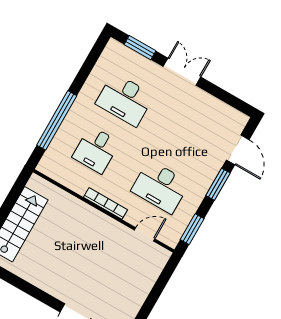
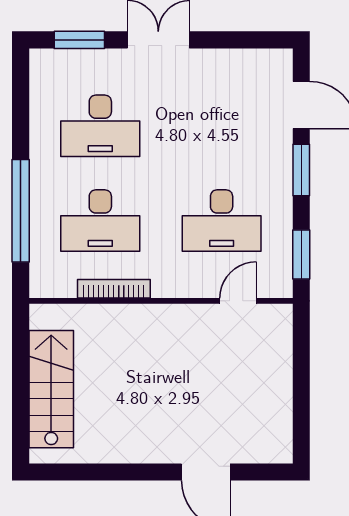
desk: (96, 150) -> (100, 221), width x1.37
bookcase: (106, 203) -> (114, 289), moved

